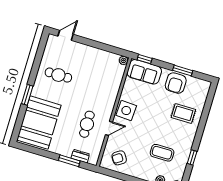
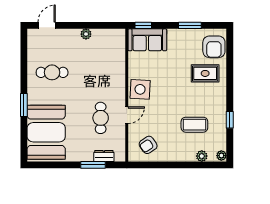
plant: (124, 60) -> (86, 34), moved
armchair: (176, 83) -> (214, 47), moved

